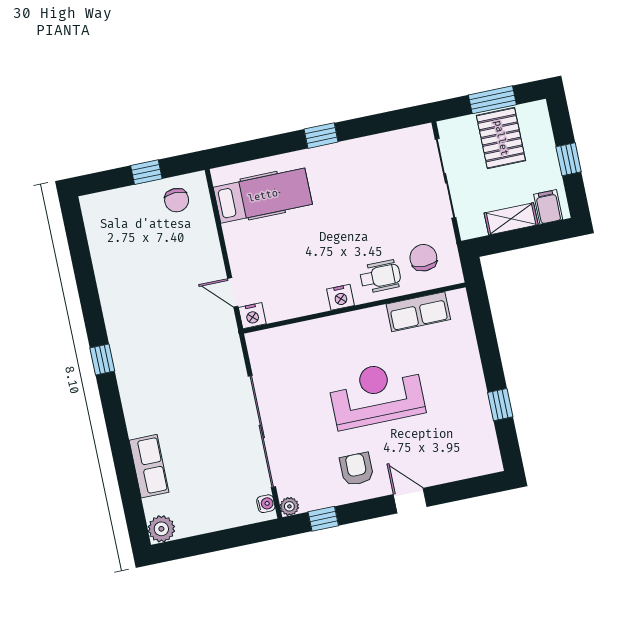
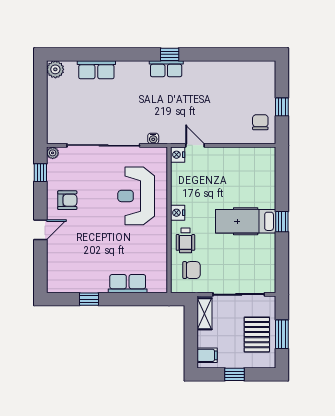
pallet: (501, 138) -> (257, 335), turned 90
hospital bed: (263, 196) -> (246, 221), moved, turned 90
chair: (177, 200) -> (260, 122), turned 91
shelving: (511, 219) -> (205, 314), moved
door: (233, 292) -> (195, 145), hinge flipped
row of seats: (418, 312) -> (128, 284), moved, turned 90
row of seats: (125, 360) -> (166, 69), added
reception desk: (377, 394) -> (136, 196), moved, turned 180
water cooler: (266, 504) -> (153, 138), moved

